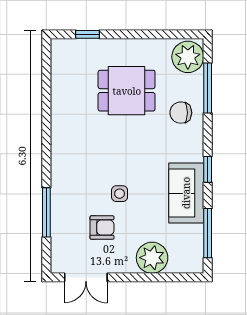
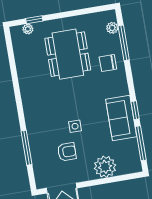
plant: (76, 46) -> (28, 29), added
plant: (188, 57) -> (112, 28), width x0.53, depth x0.53
dining table: (127, 91) -> (68, 54), width x1.38
window: (208, 169) -> (135, 110), moved

